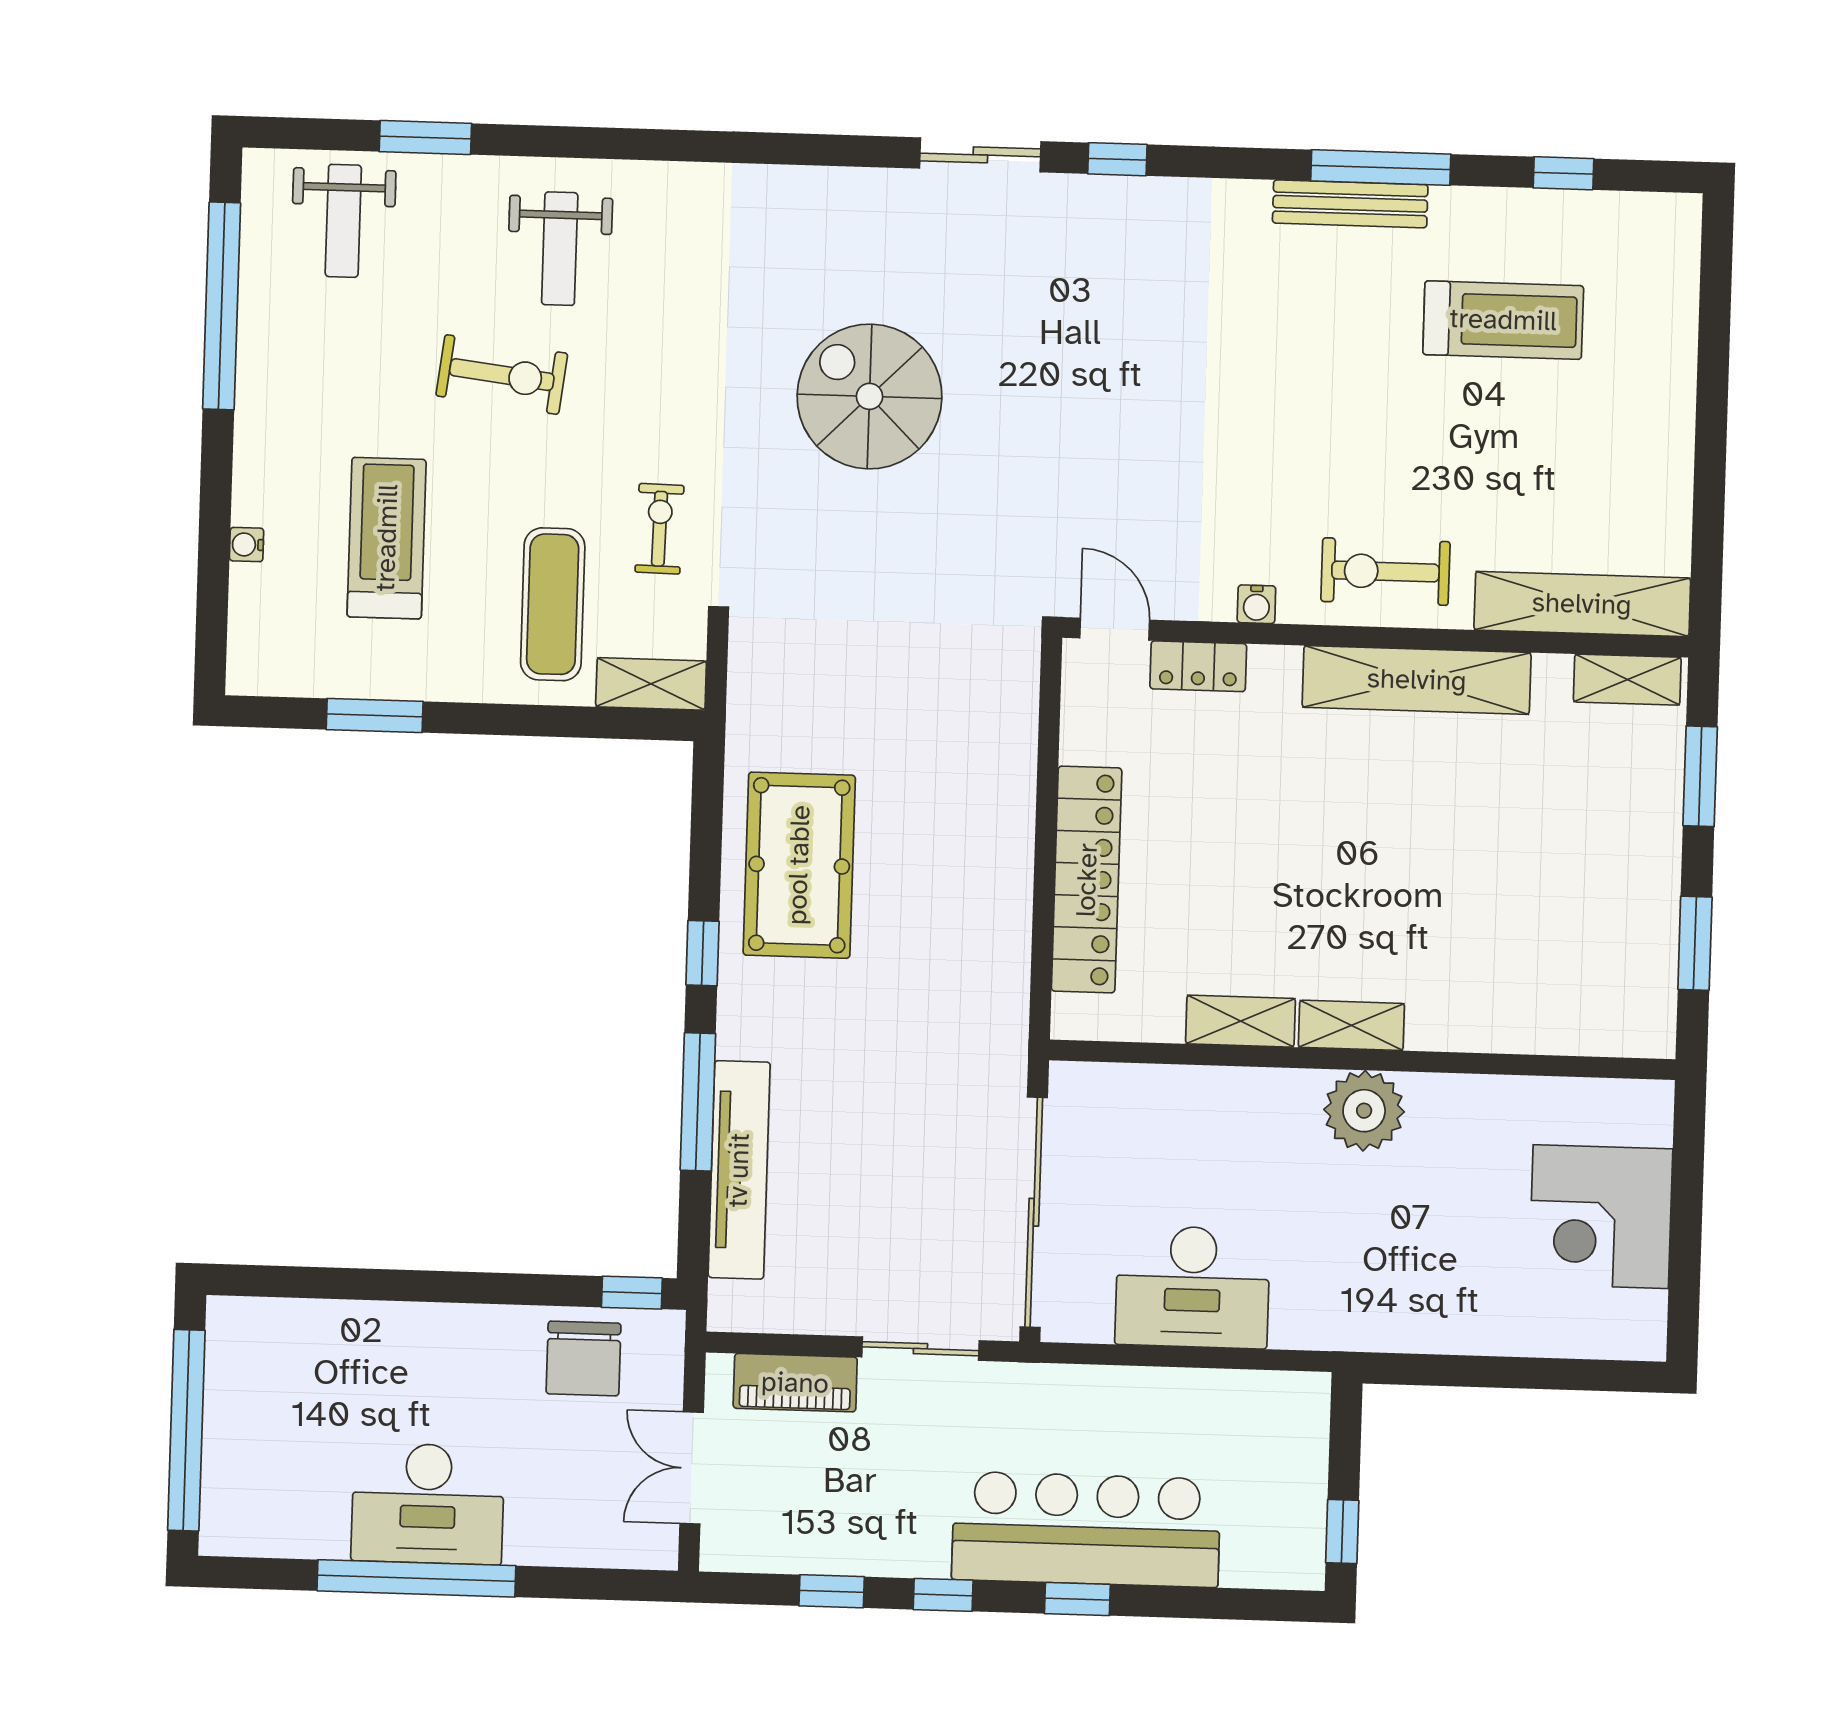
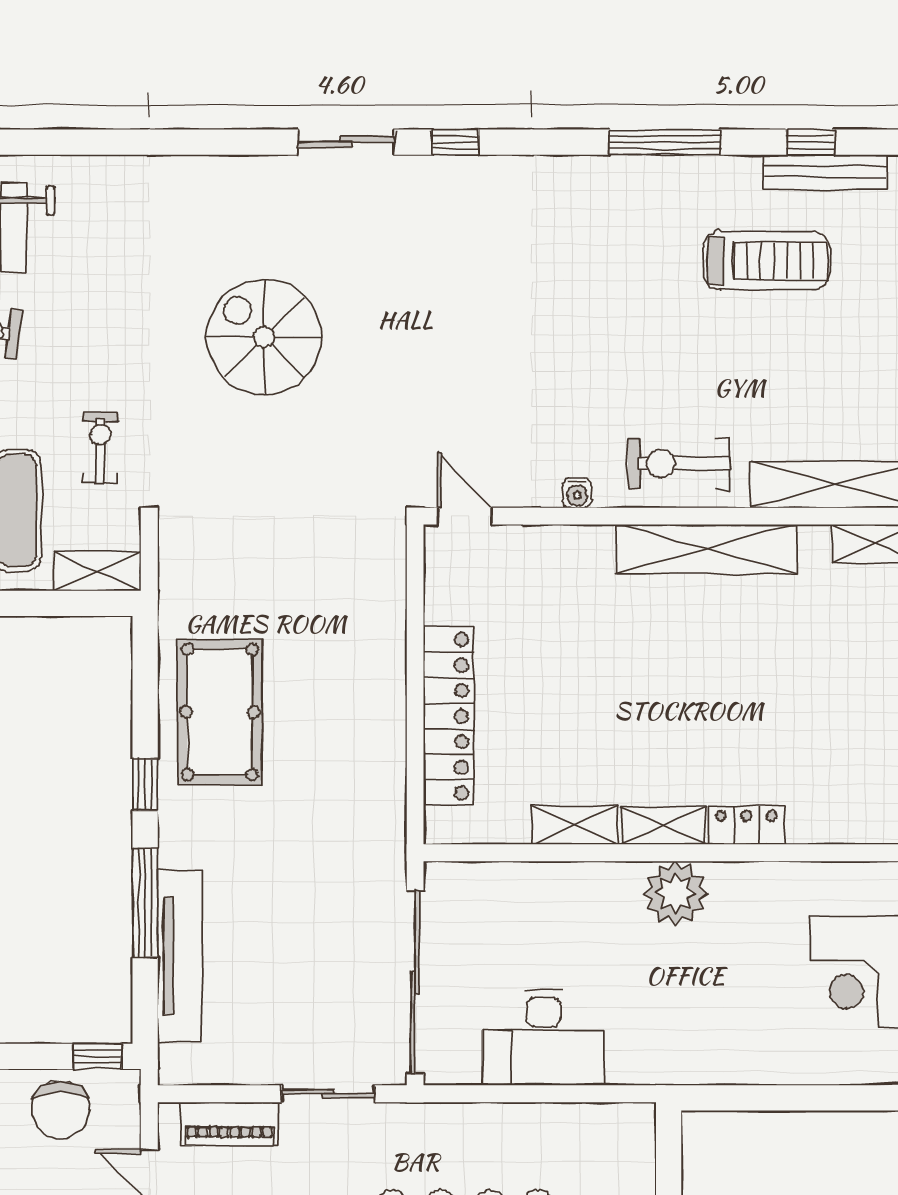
bench: (1350, 204) -> (825, 172), moved
locker: (1198, 666) -> (746, 825), moved, turned 180

